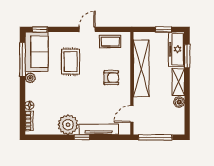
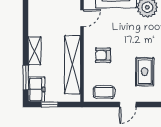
freezer: (176, 49) -> (36, 89), width x0.71
boiler: (179, 102) -> (34, 30), removed

